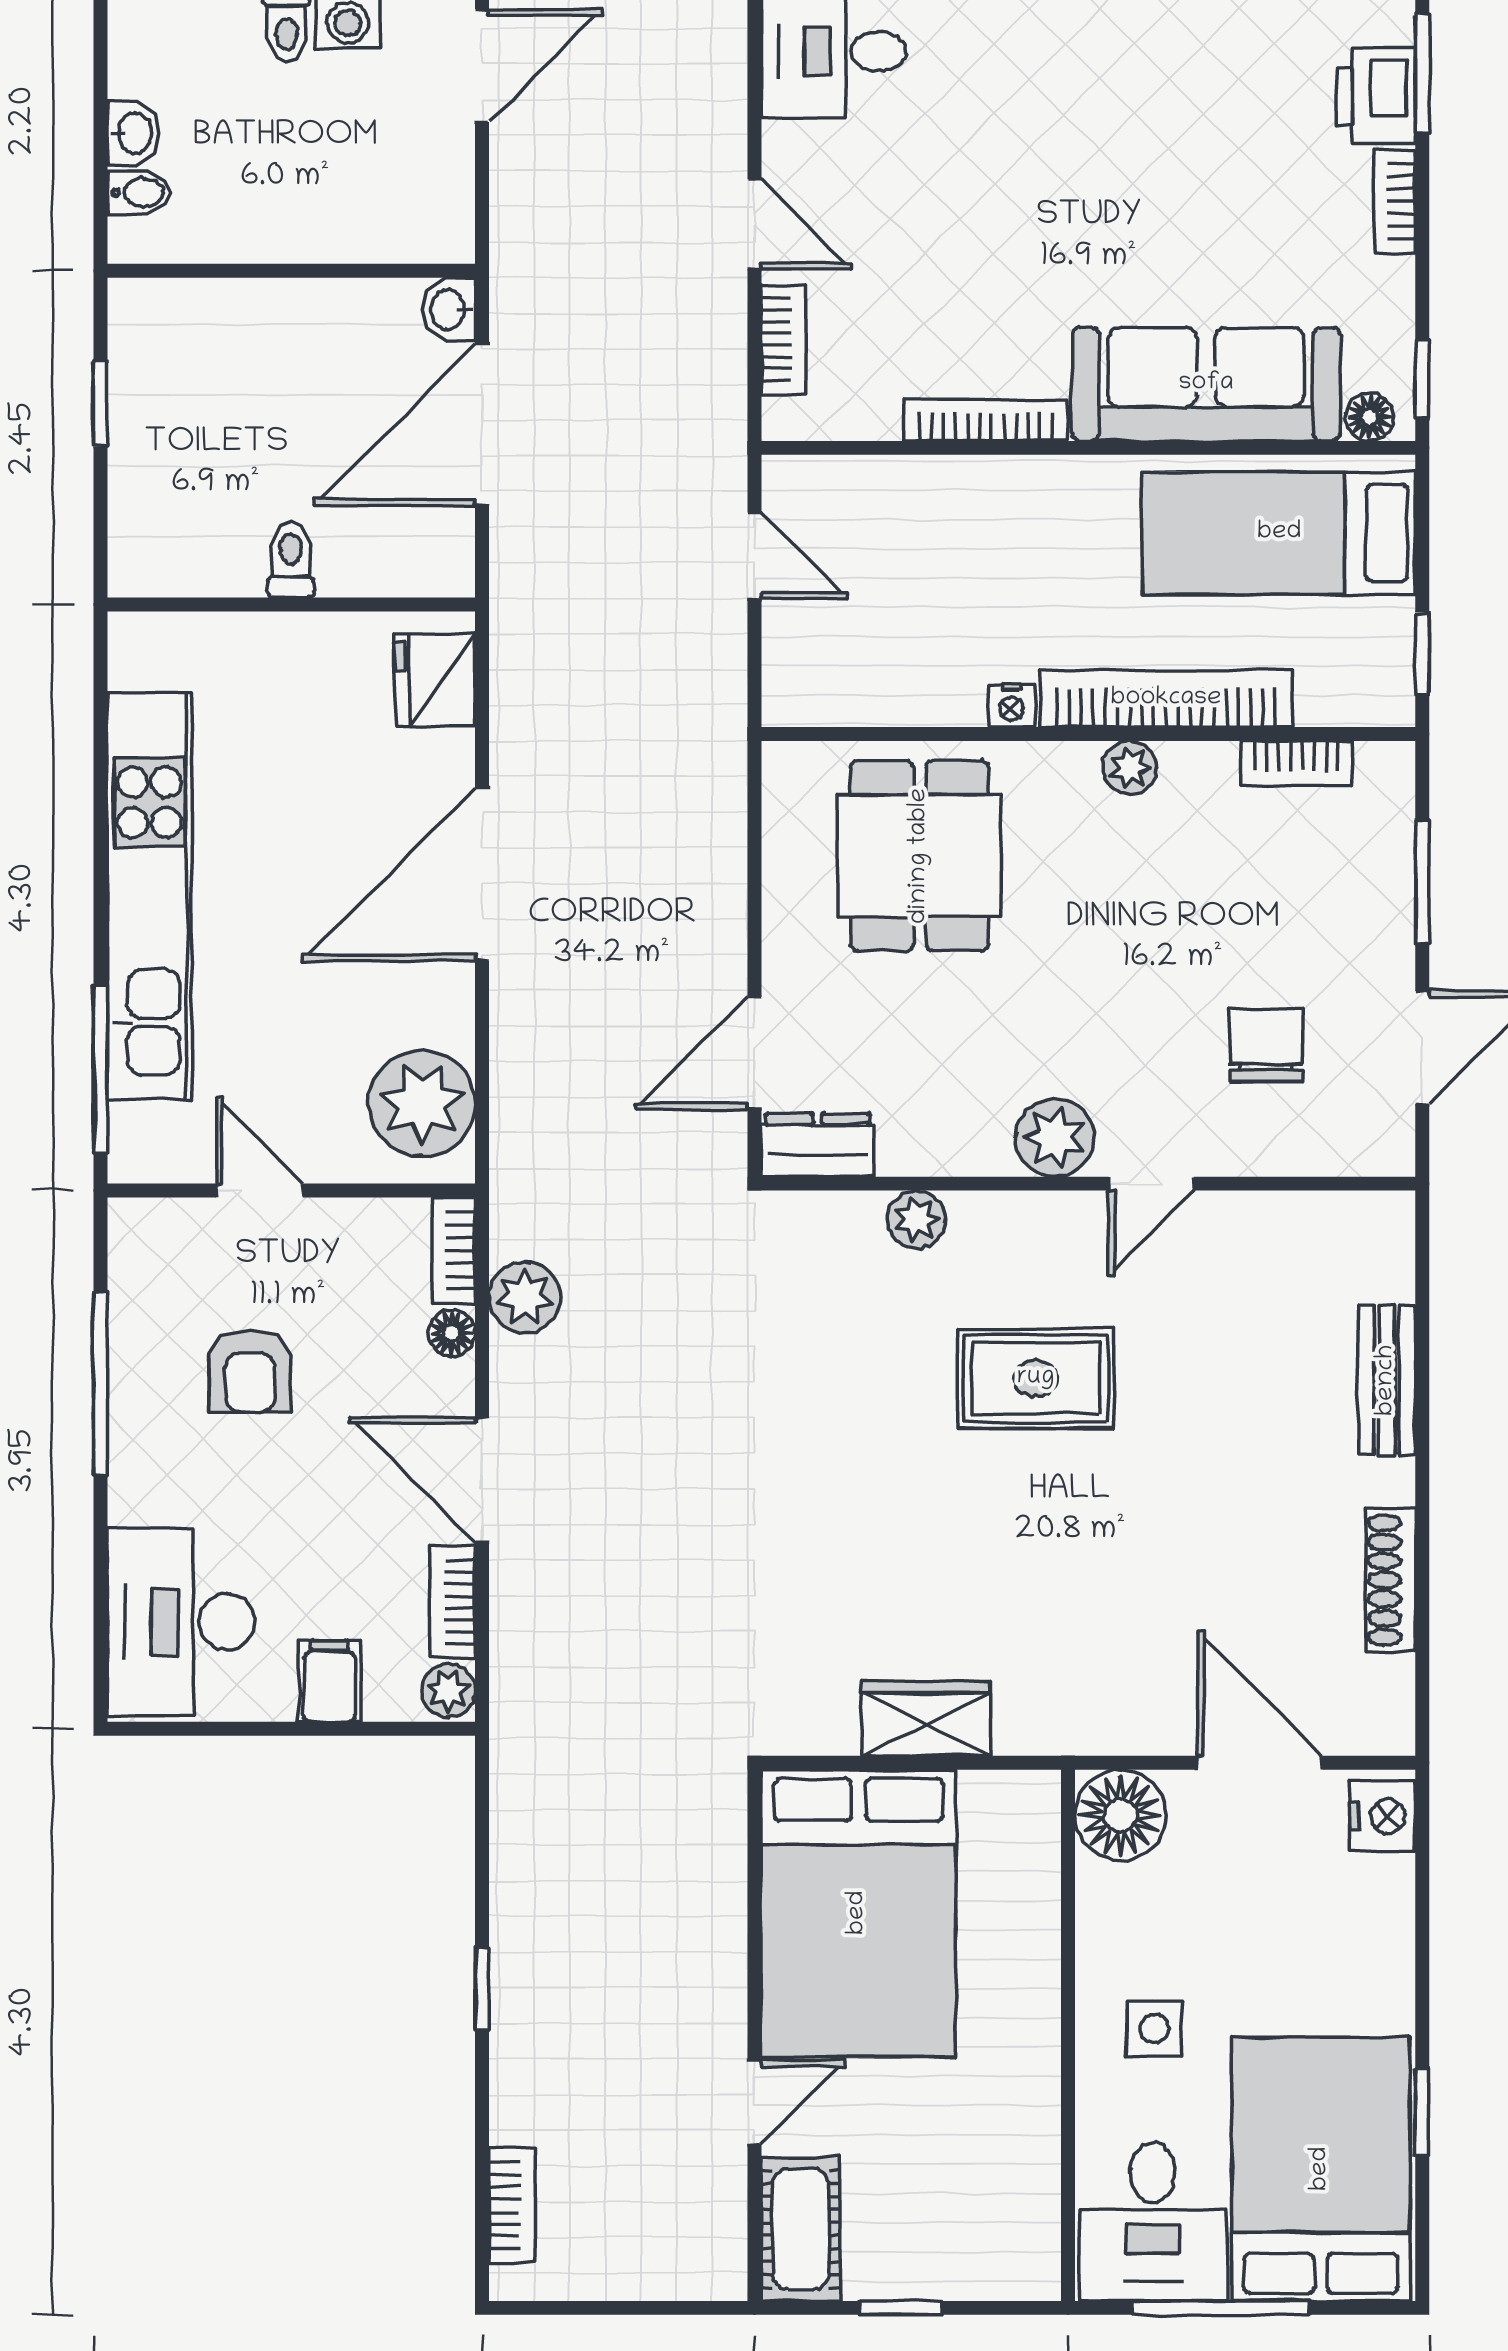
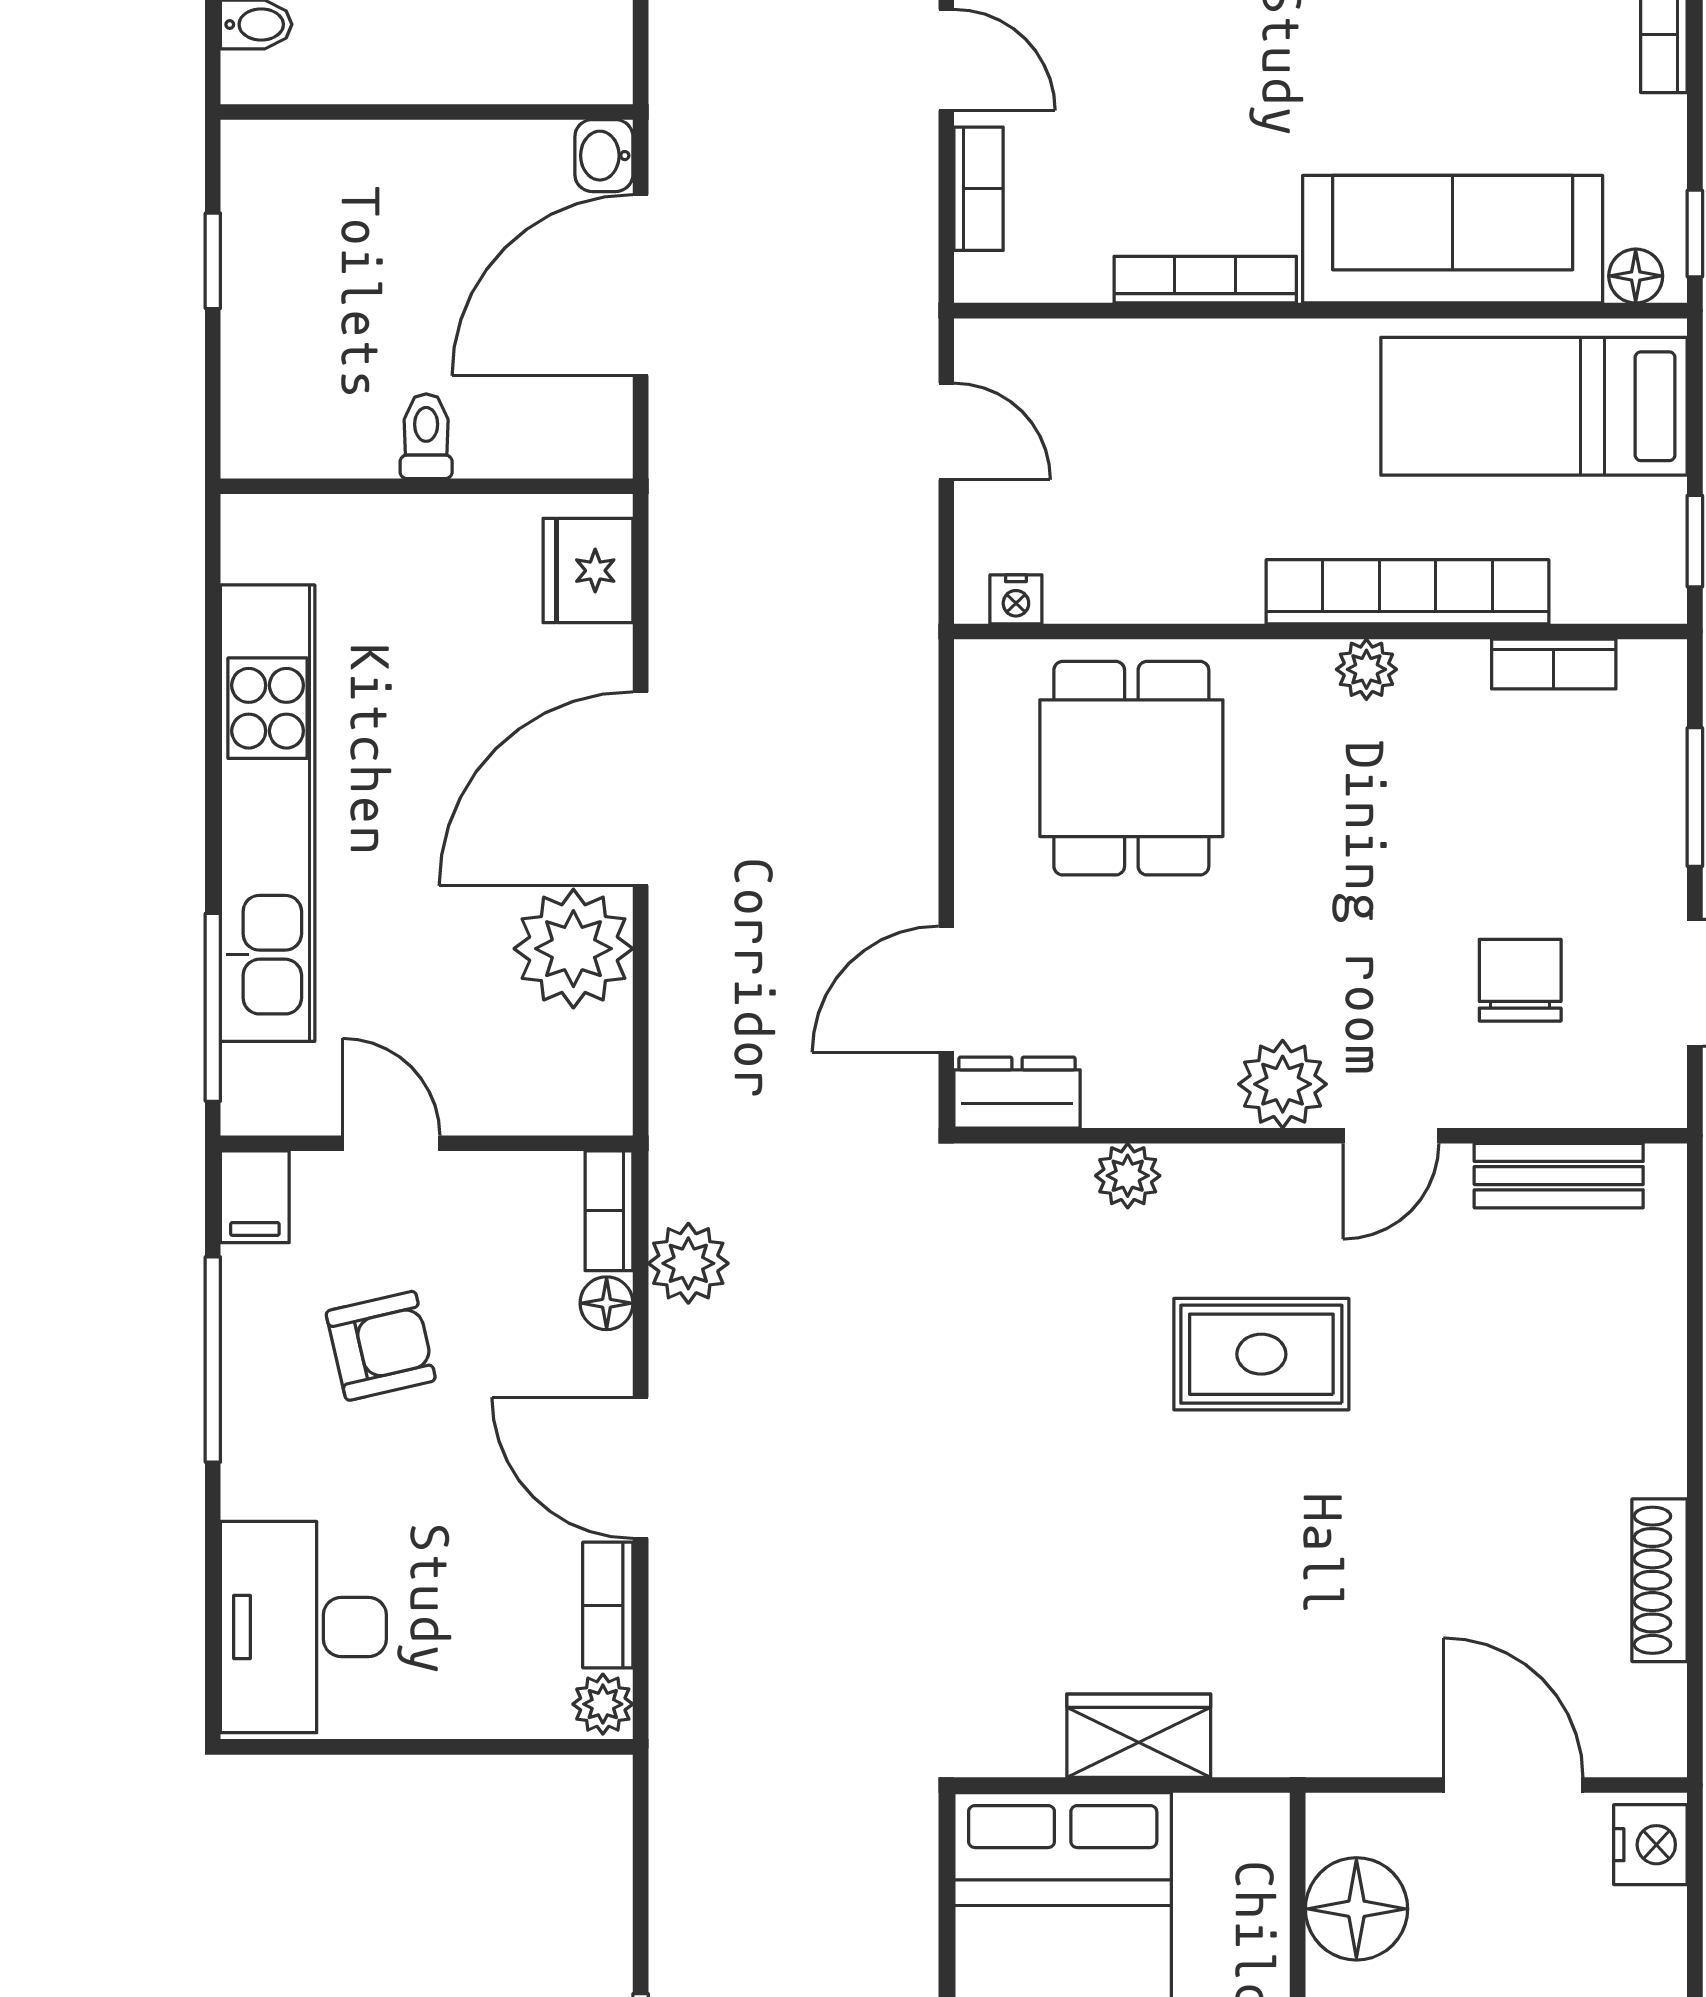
nightstand: (1011, 705) -> (1016, 599), moved
plant: (422, 1103) -> (573, 949), moved
armchair: (250, 1371) -> (381, 1346), turned -103
bench: (1387, 1380) -> (1559, 1176), moved, turned 90
filing cabinet: (329, 1681) -> (255, 1197), moved, turned 180
floor lamp: (1120, 1815) -> (1356, 1909), moved

